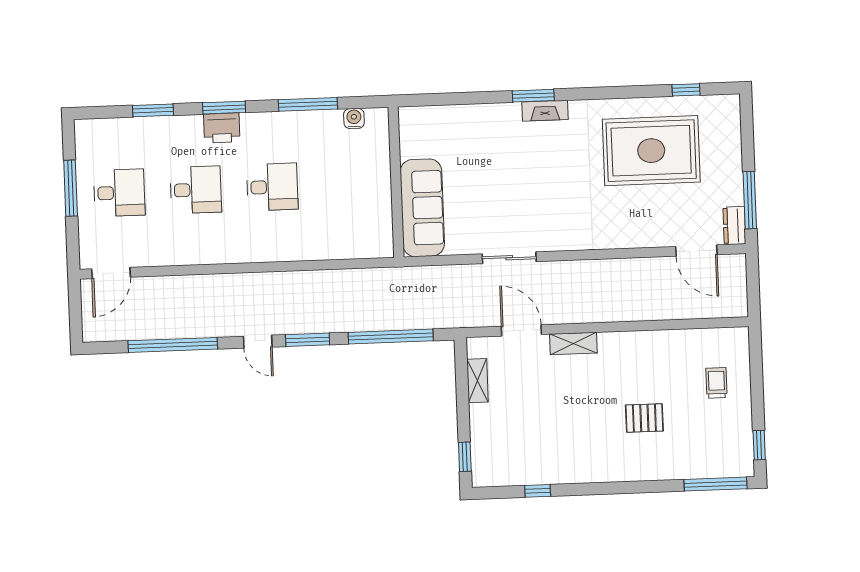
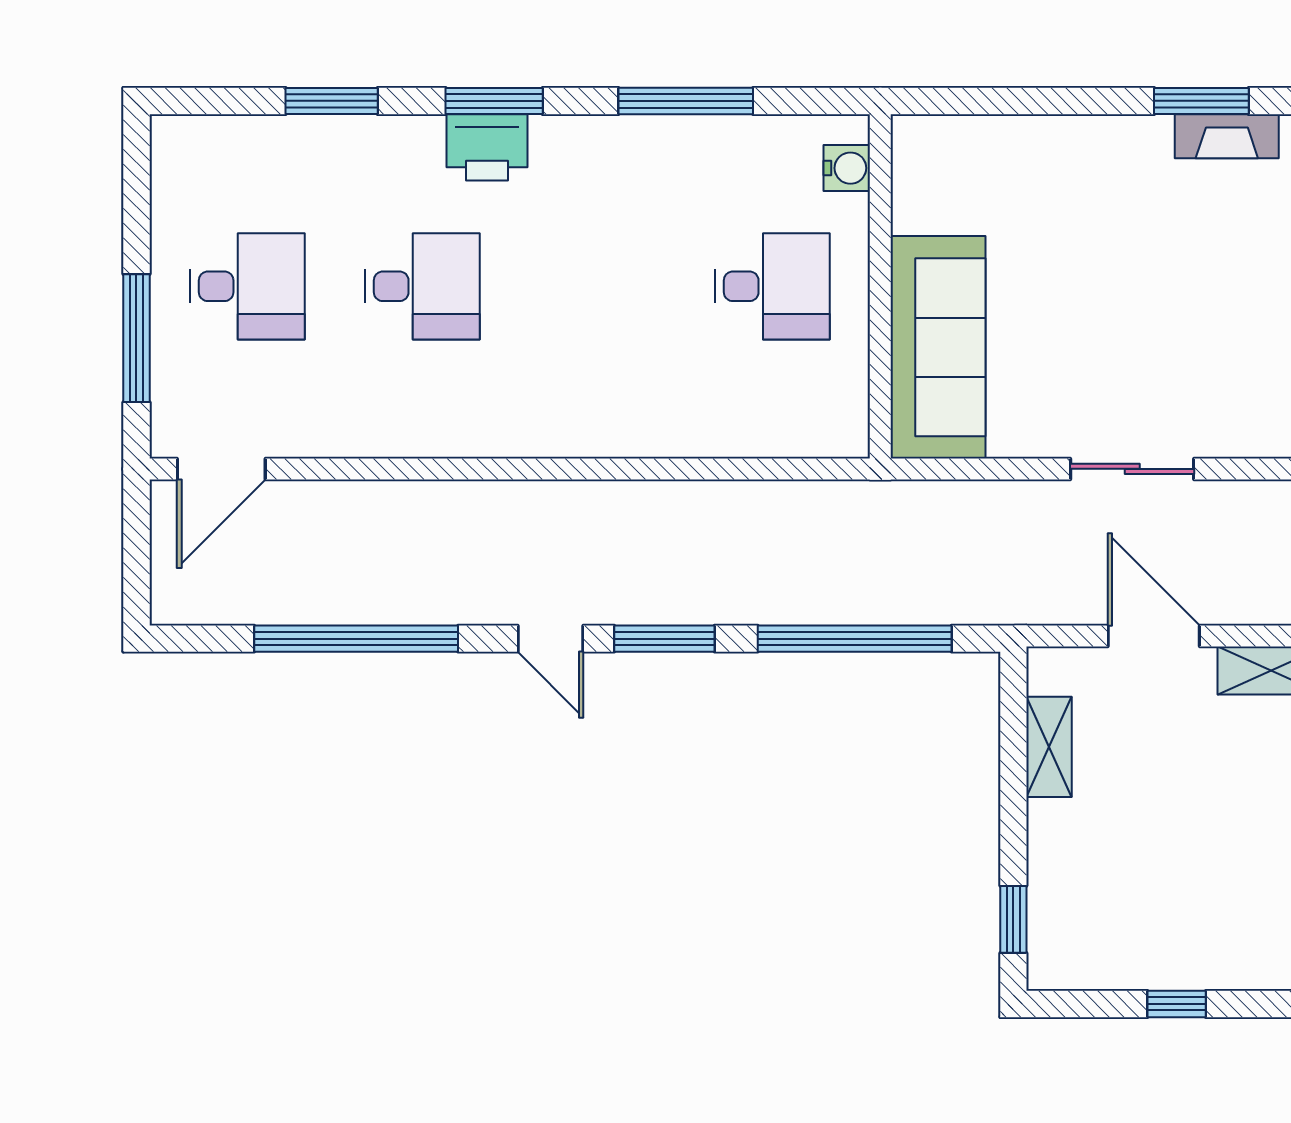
water cooler: (354, 118) -> (847, 168), moved, turned 90
desk: (272, 187) -> (772, 286), moved
window: (71, 188) -> (136, 338), moved

